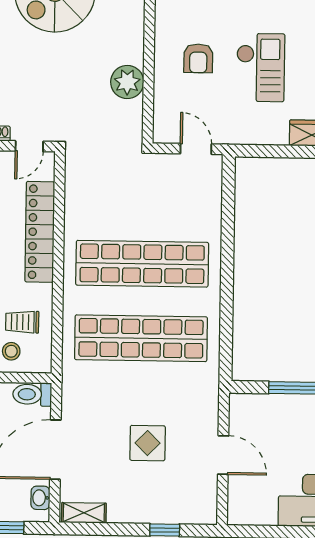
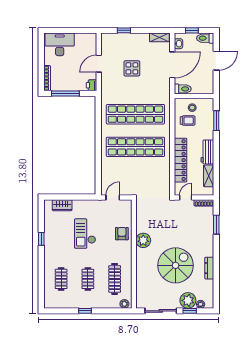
armchair: (198, 58) -> (122, 234), moved
plant: (127, 82) -> (143, 240), moved
door: (196, 149) -> (113, 198), swing flipped
printer: (240, 406) -> (92, 85), added
door: (223, 455) -> (99, 64), hinge flipped

